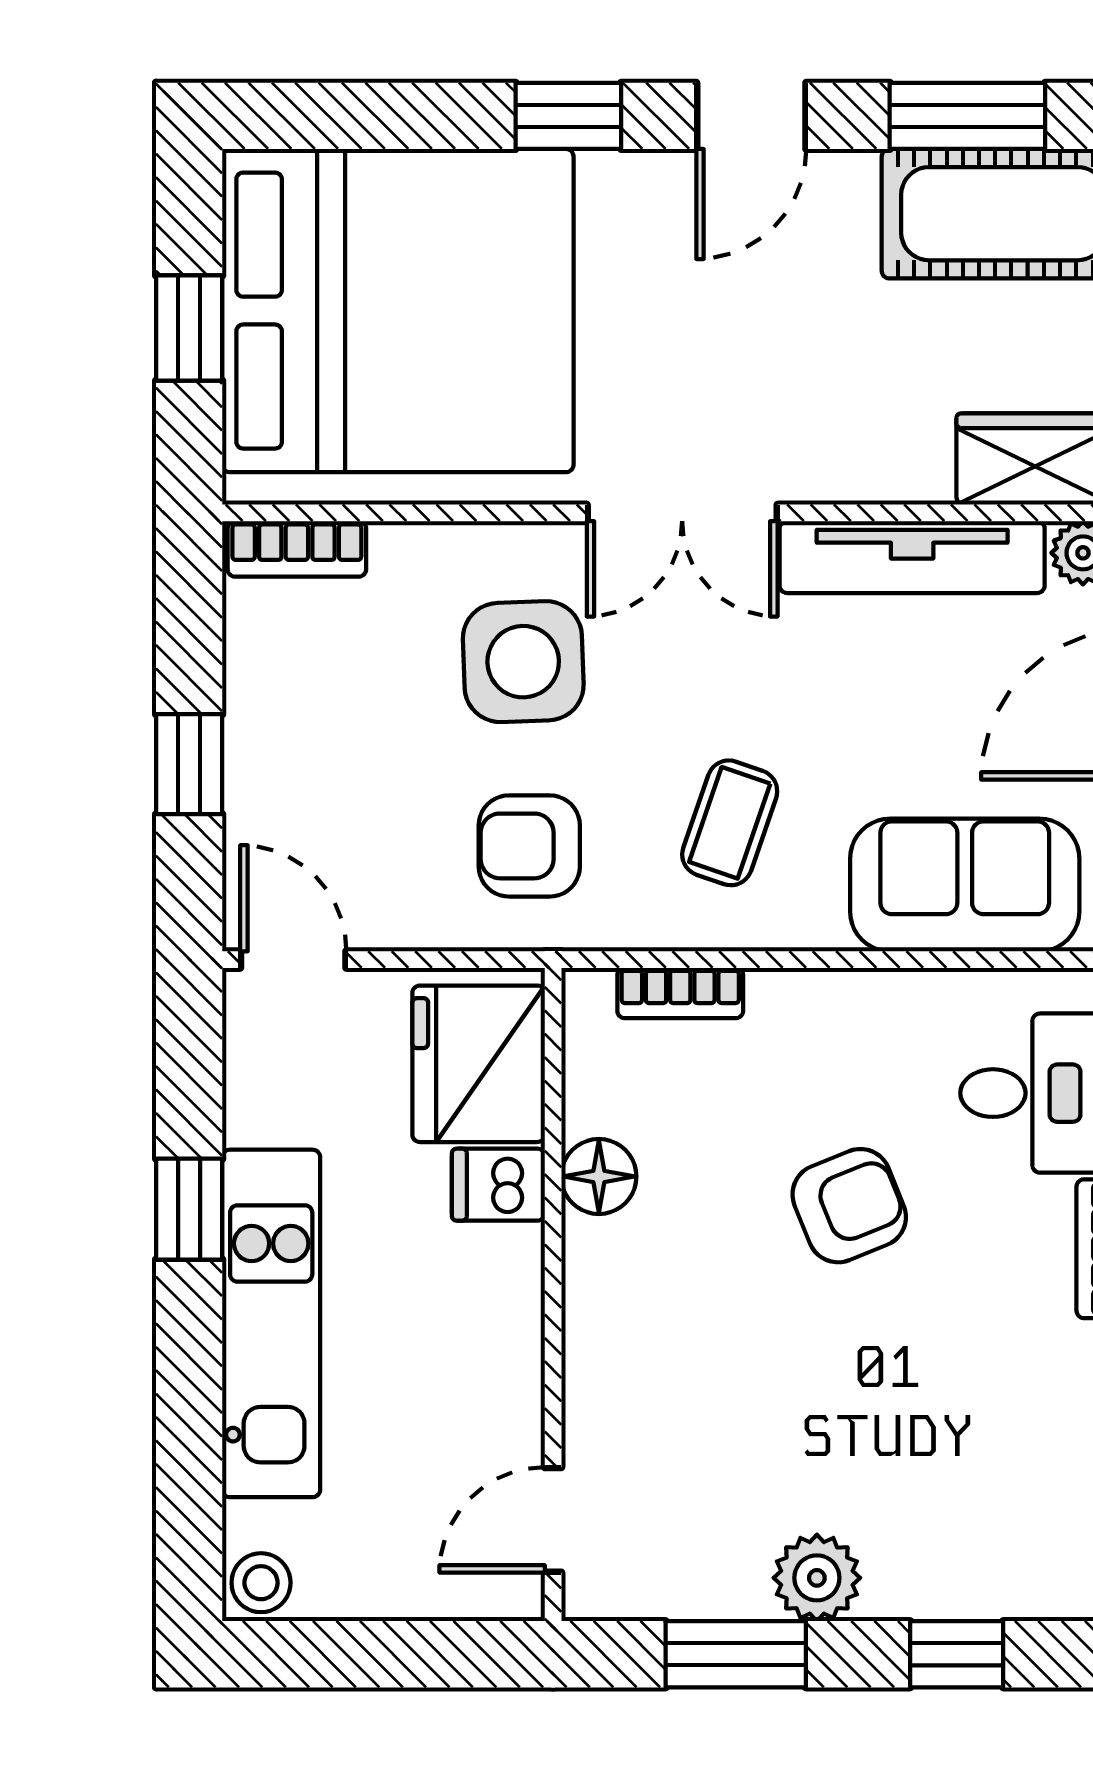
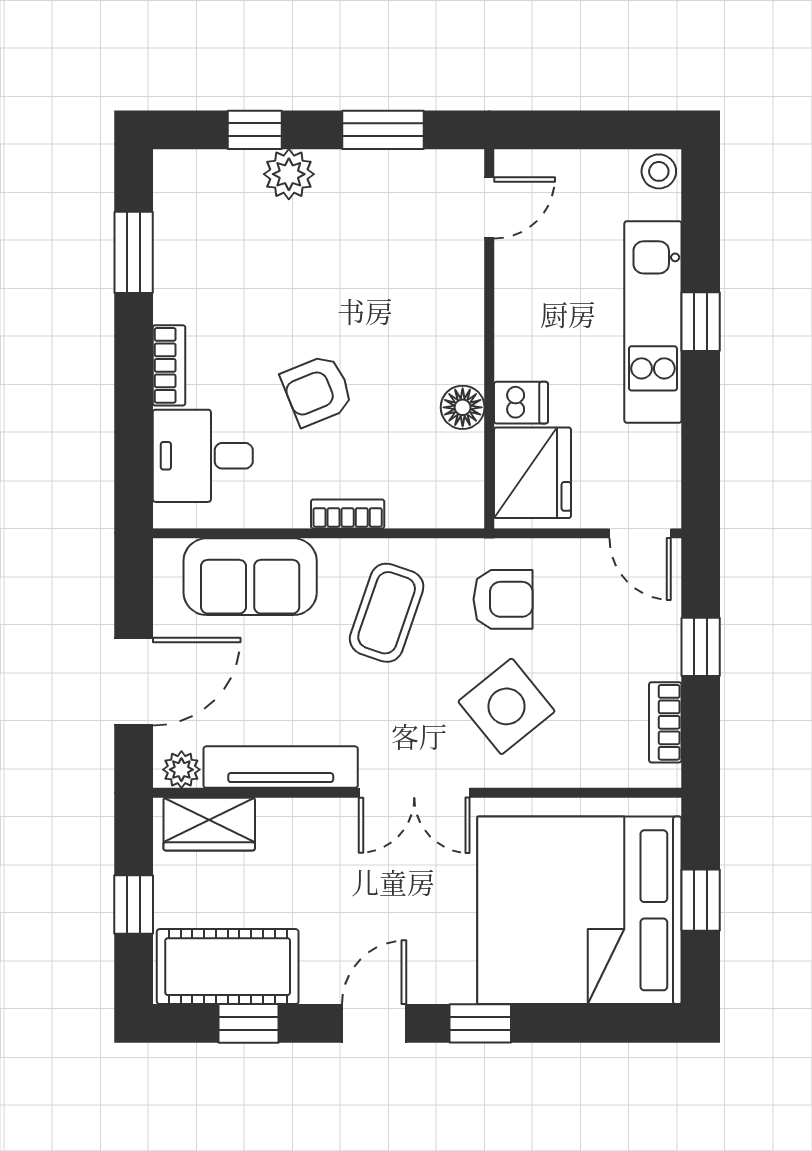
window: (967, 116) -> (249, 1023), width x0.67
double door: (682, 513) -> (414, 793), swing flipped
bookcase: (297, 549) -> (665, 722), moved, turned -90
side table: (523, 662) -> (507, 706), turned -37
coffee table: (730, 823) -> (387, 613), width x1.36, depth x1.30
bookcase: (680, 993) -> (348, 514), moved
window: (189, 1209) -> (701, 322), moved
plant: (817, 1578) -> (289, 174), moved

